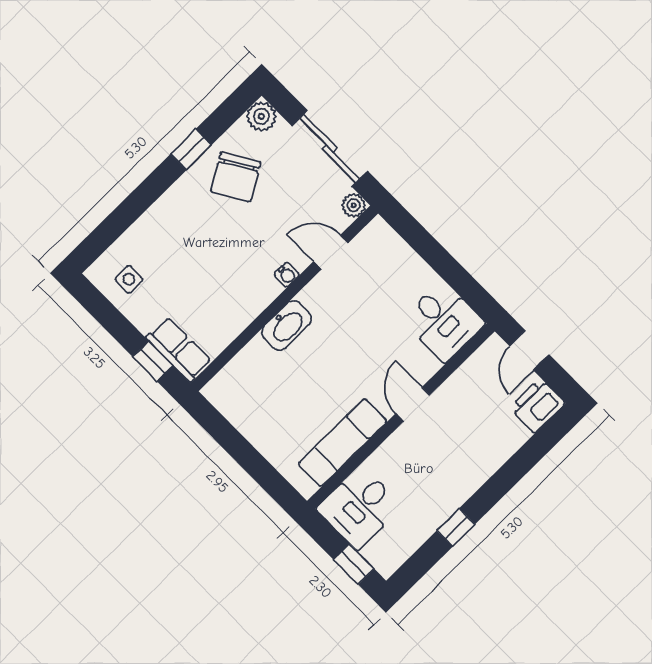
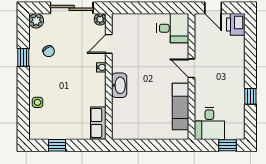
chair: (236, 177) -> (49, 51), width x0.54, depth x0.54
side table: (129, 279) -> (38, 102), moved
row of seats: (179, 349) -> (98, 123), moved, turned -90
window: (153, 361) -> (57, 145), moved

